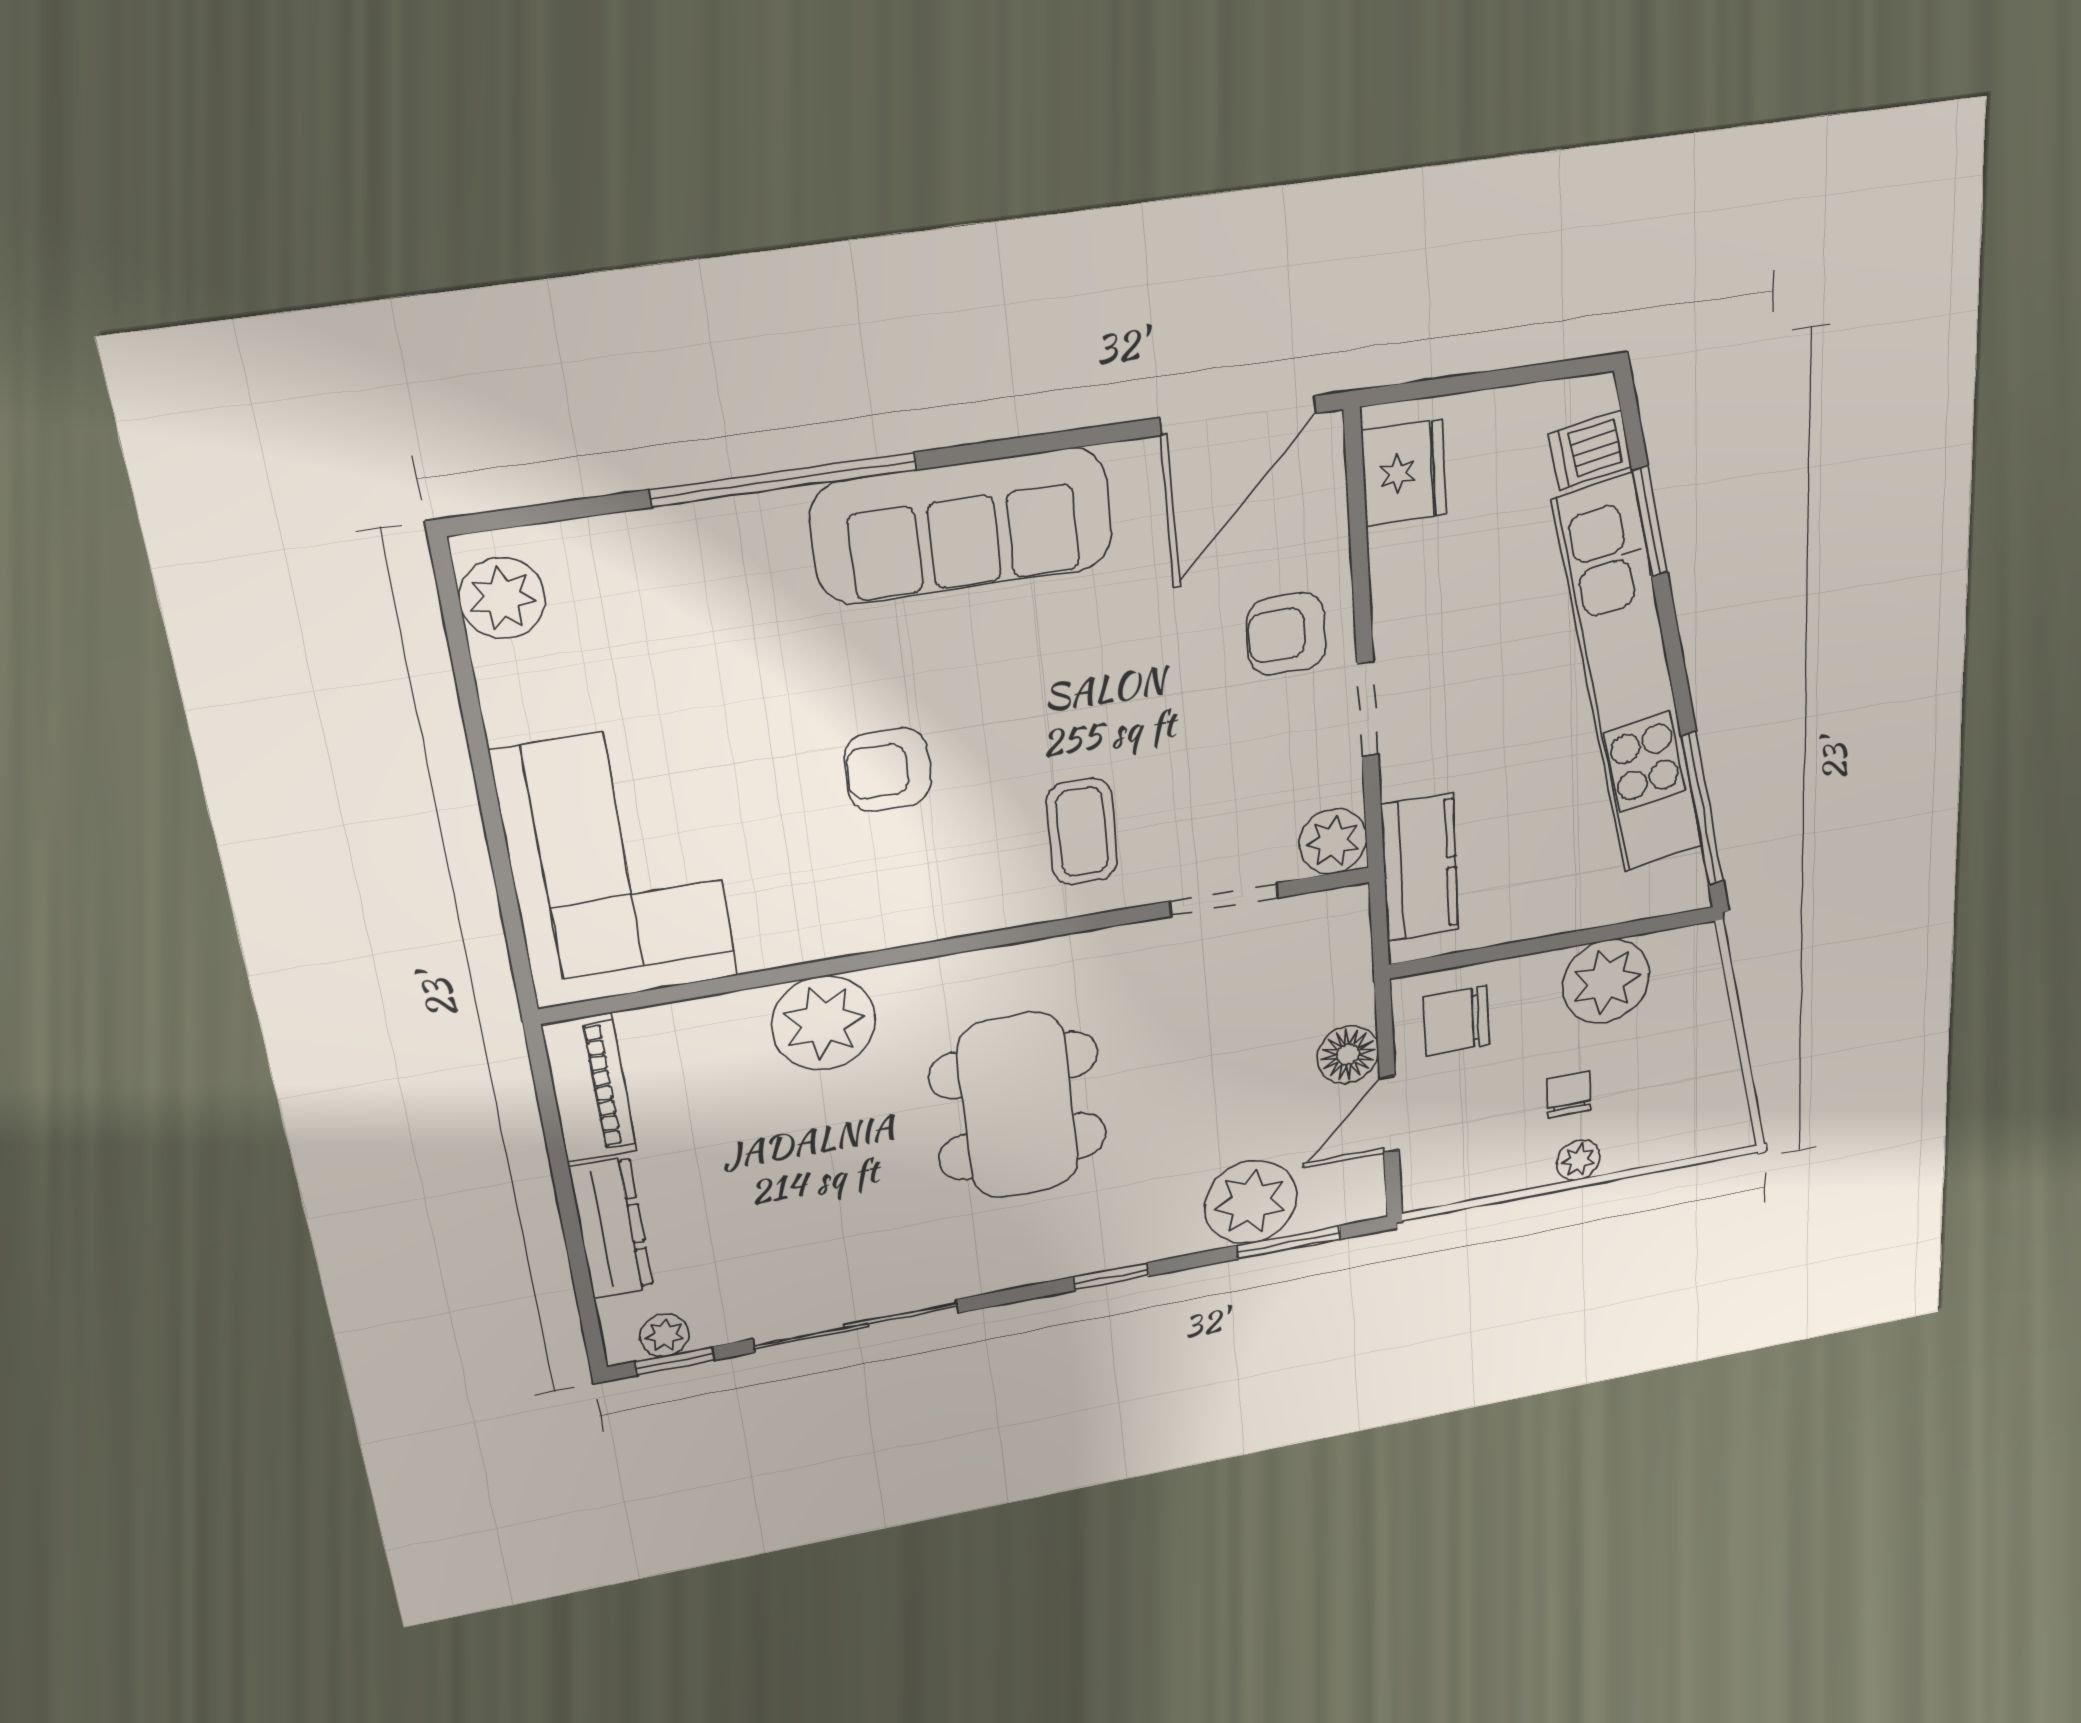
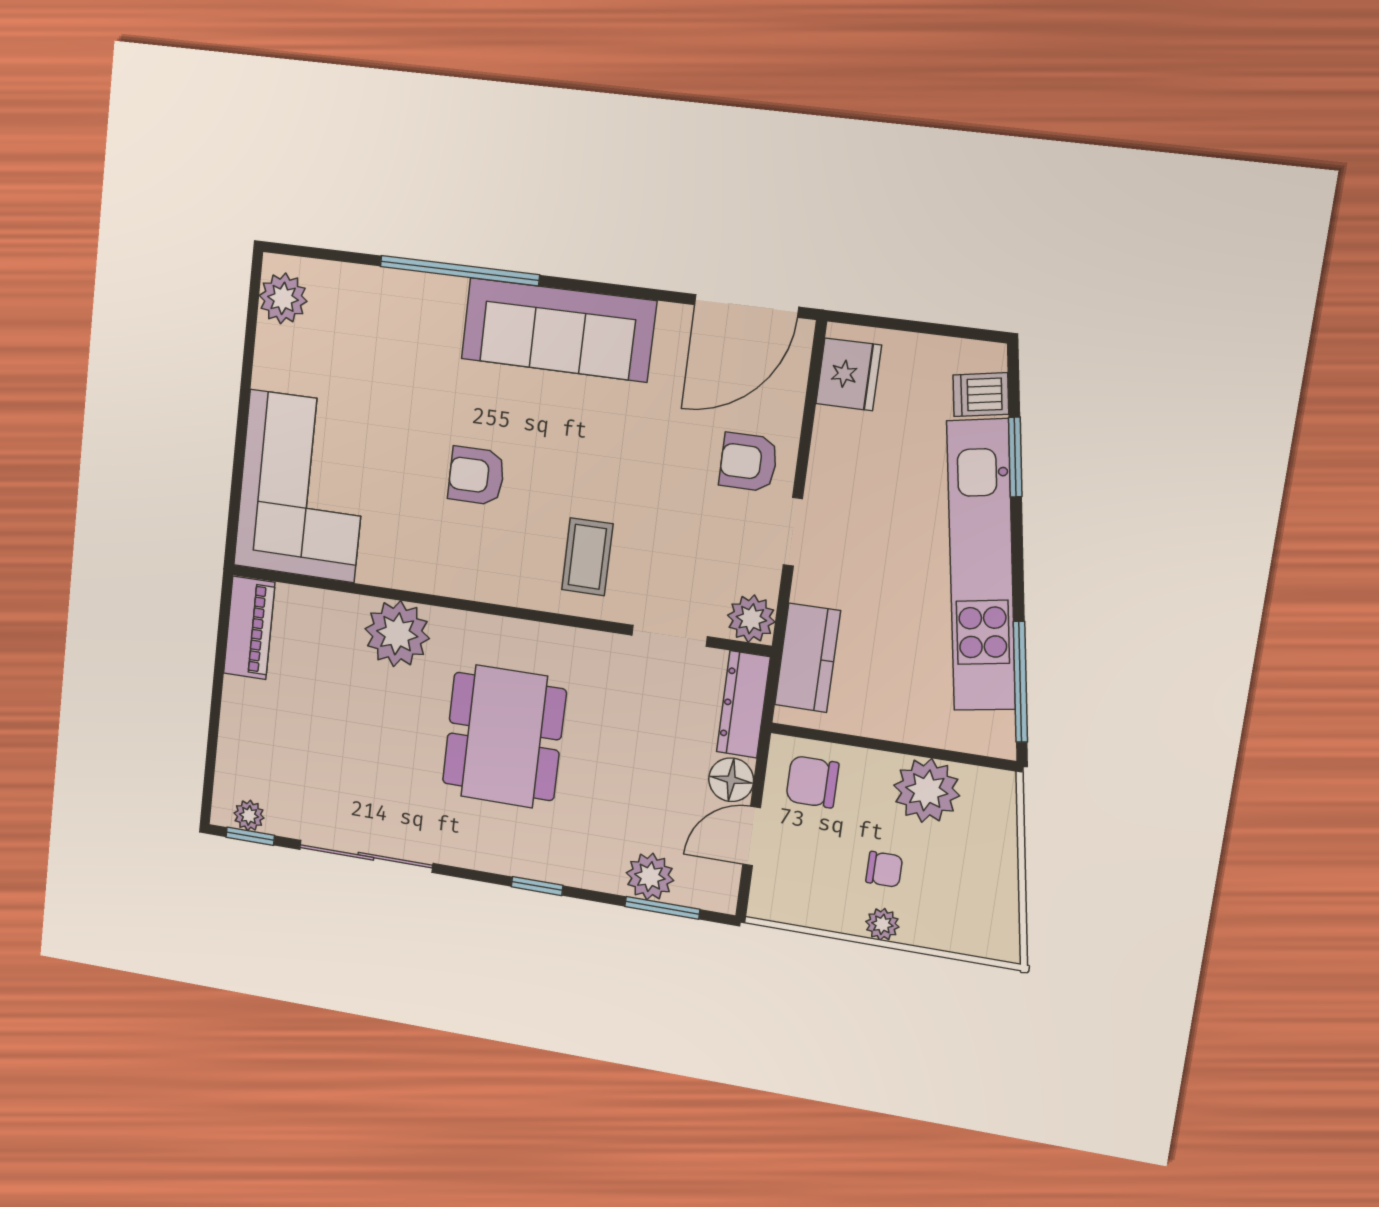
chair: (1569, 1095) -> (884, 869), turned 90
plant: (1251, 1202) -> (650, 877), width x0.73, depth x0.73
dresser: (611, 1228) -> (743, 704), moved, turned 180

